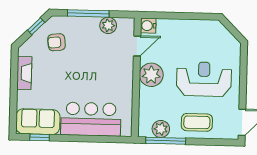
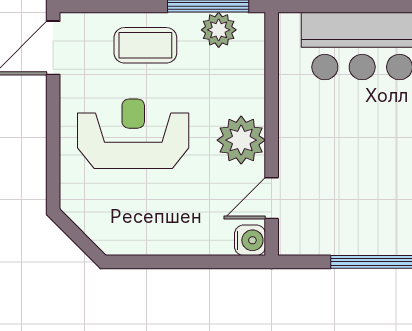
plant: (108, 25) -> (332, 239), removed
reception desk: (204, 79) -> (133, 134), turned 180

